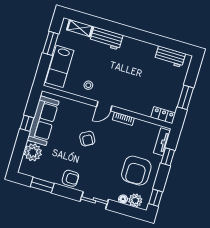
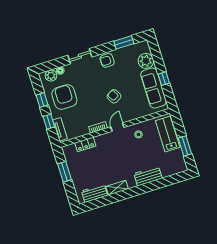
shelving: (80, 28) -> (117, 188), moved
locker: (163, 115) -> (85, 144), moved
window: (156, 198) -> (42, 100), moved

